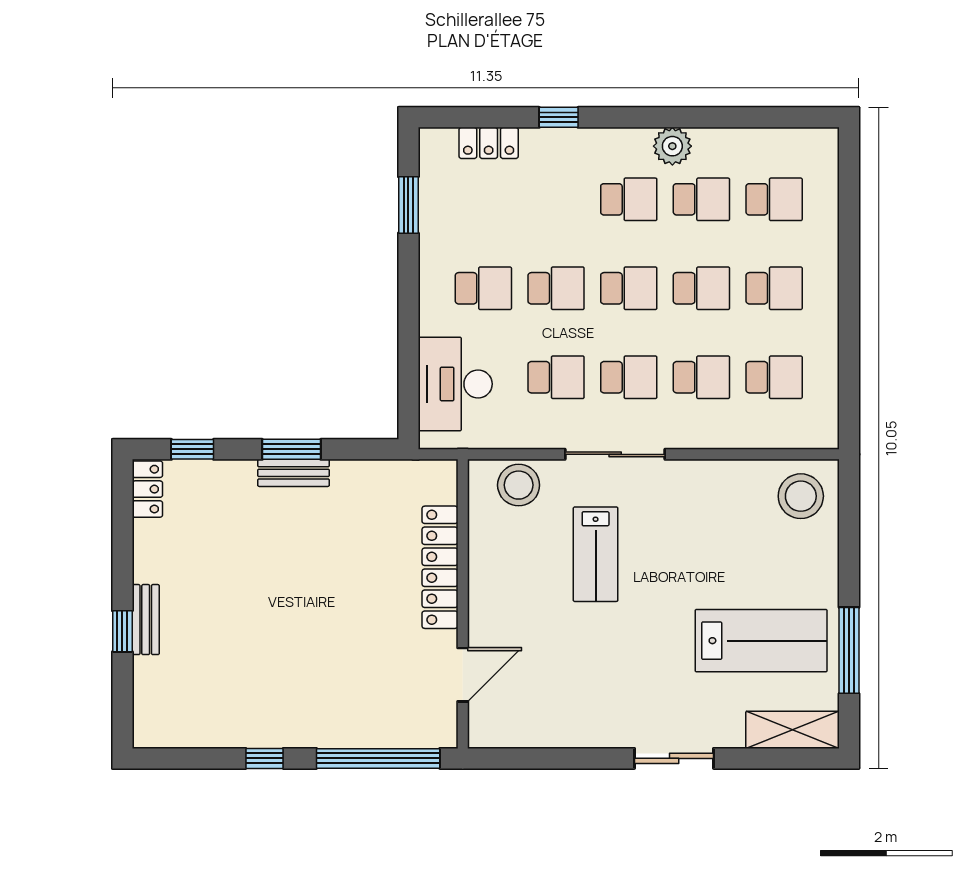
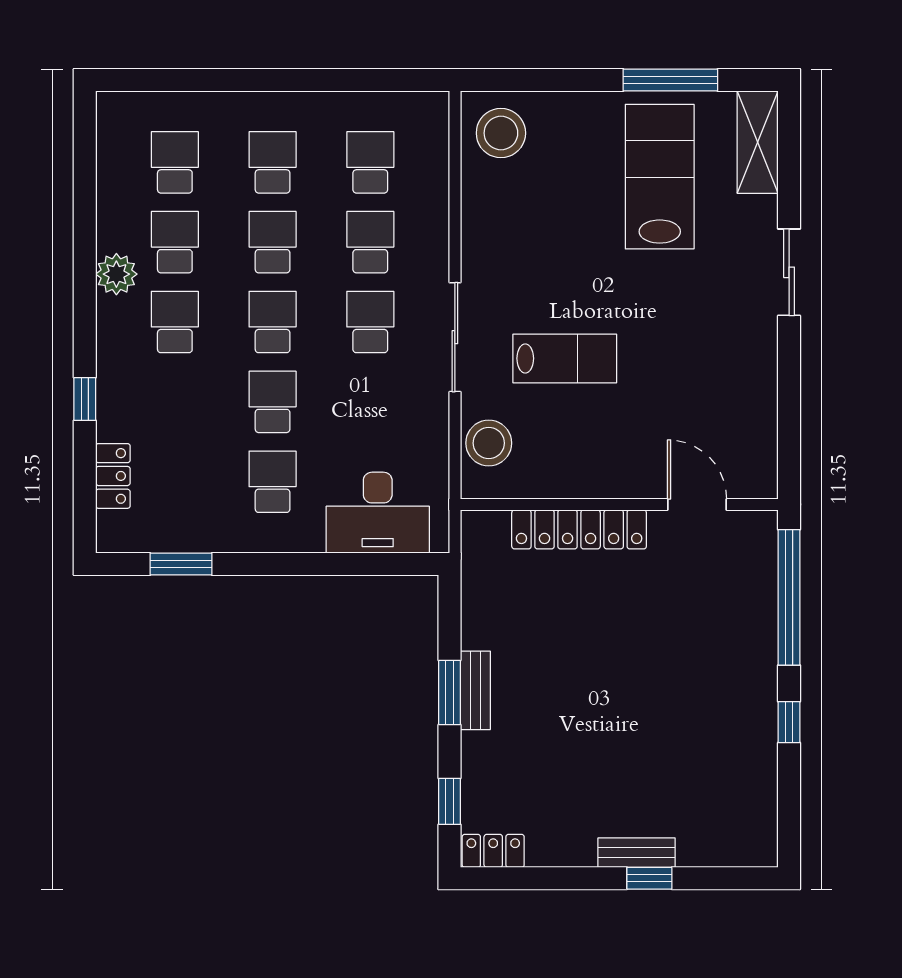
school desk: (556, 377) -> (370, 402), removed

